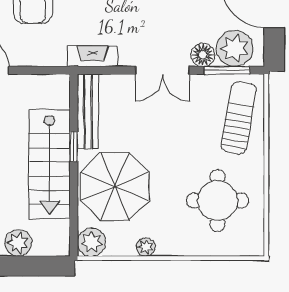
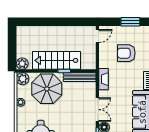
double door: (162, 70) -> (97, 110), swing flipped
plant: (18, 243) -> (22, 64), moved

